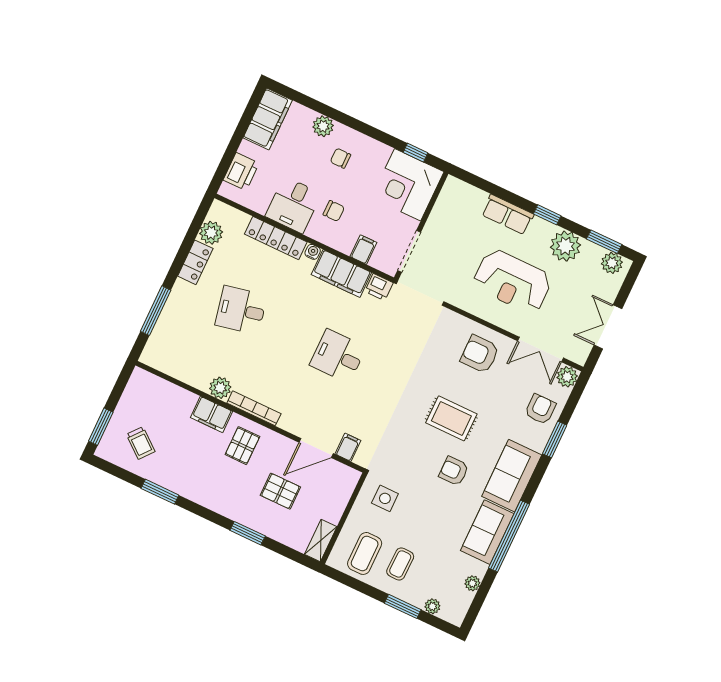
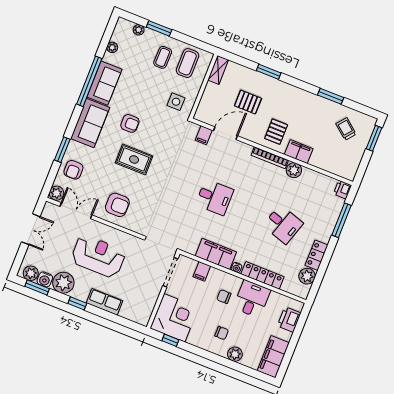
water cooler: (592, 253) -> (45, 279), added
printer: (379, 287) -> (342, 190), moved, turned -90
desk: (241, 310) -> (283, 224), turned 30

